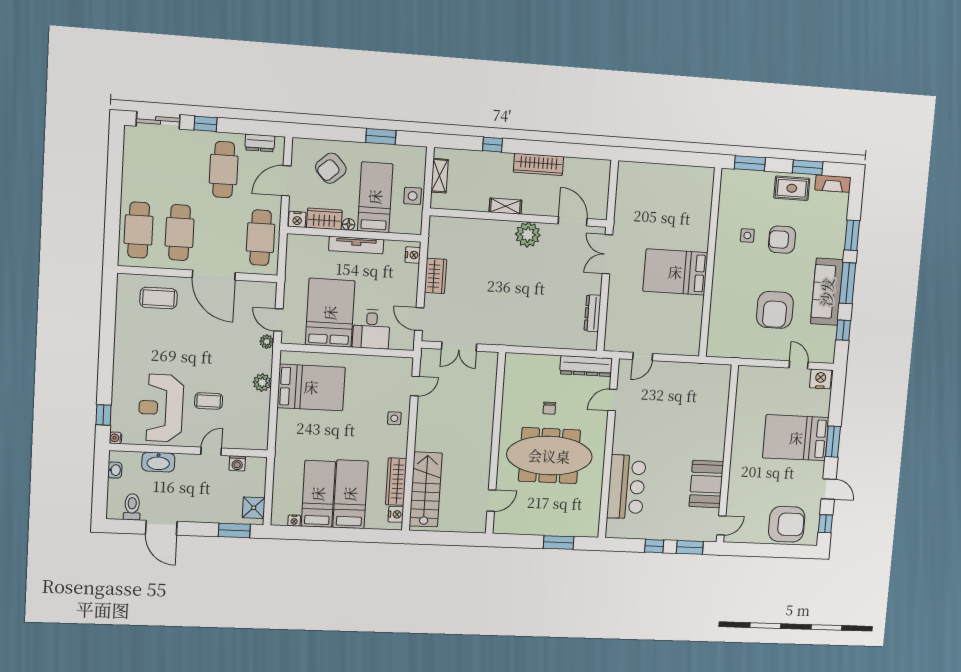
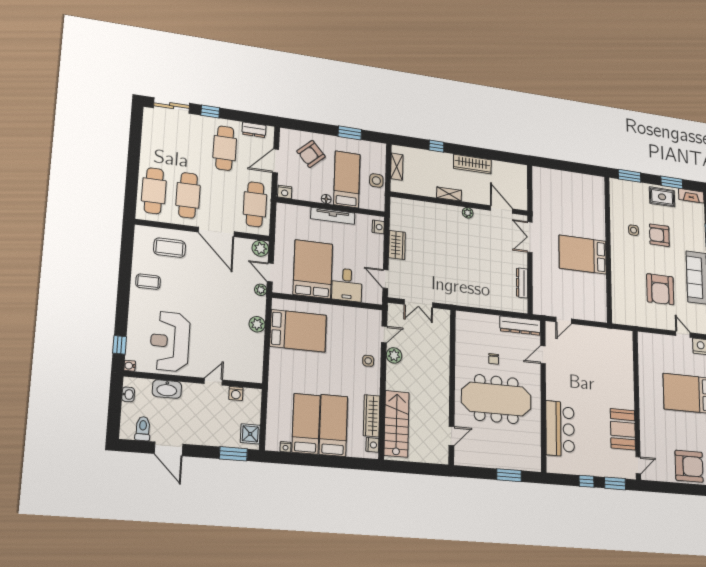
wardrobe: (324, 219) -> (307, 193), removed
plant: (528, 235) -> (468, 213), width x0.53, depth x0.53
plant: (267, 291) -> (260, 248), added
coffee table: (209, 401) -> (148, 282), moved
plant: (426, 410) -> (394, 355), added

